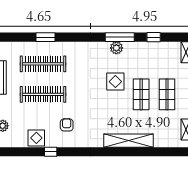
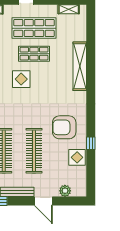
shop shelf: (167, 94) -> (34, 28), width x1.43, depth x1.36
armchair: (67, 125) -> (64, 127), width x1.88, depth x1.88

